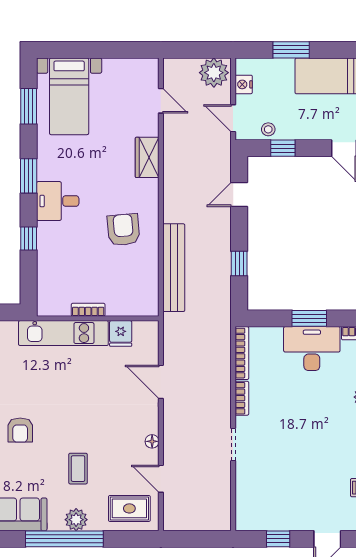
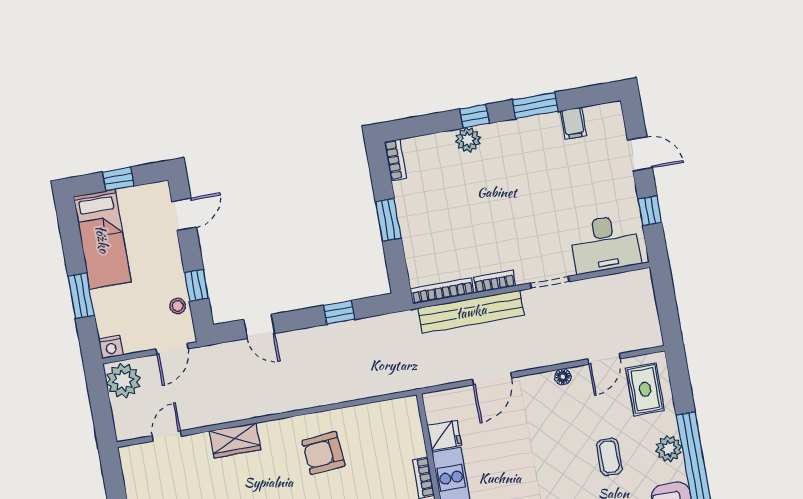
nightstand: (244, 84) -> (111, 347), moved
bench: (174, 268) -> (471, 312), moved
desk: (312, 349) -> (605, 244), moved, turned -90
coffee table: (78, 469) -> (609, 457), turned 90

